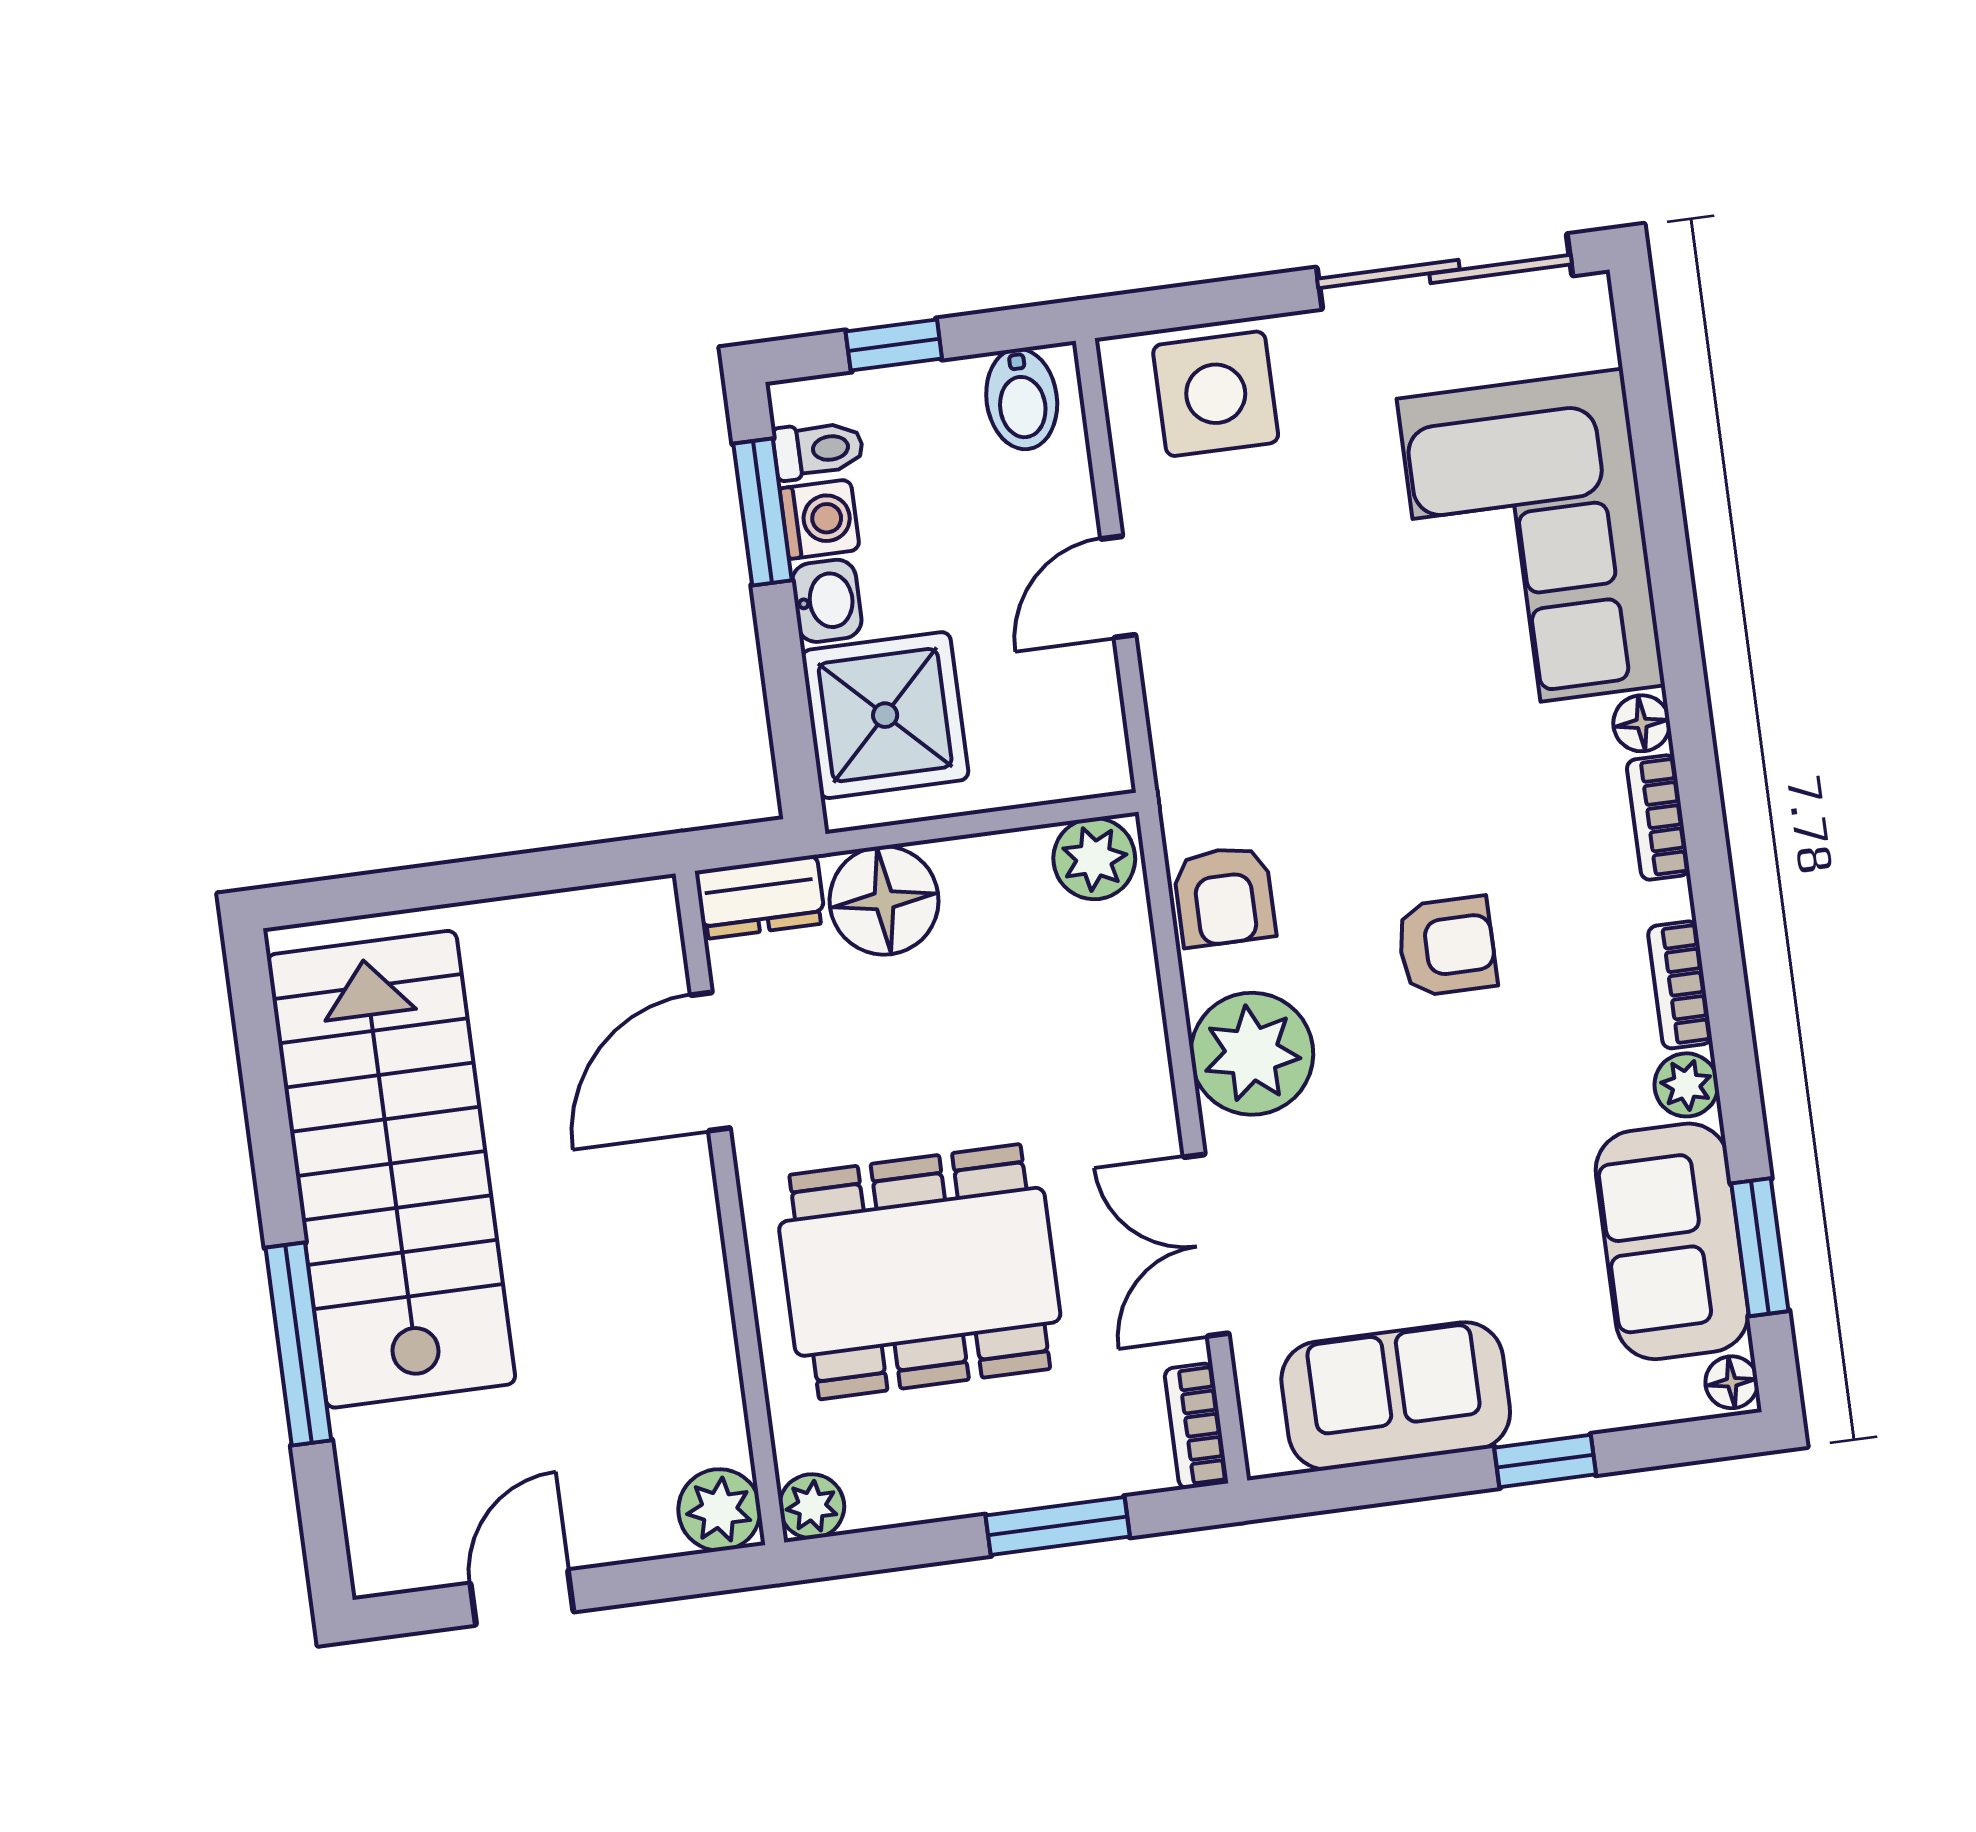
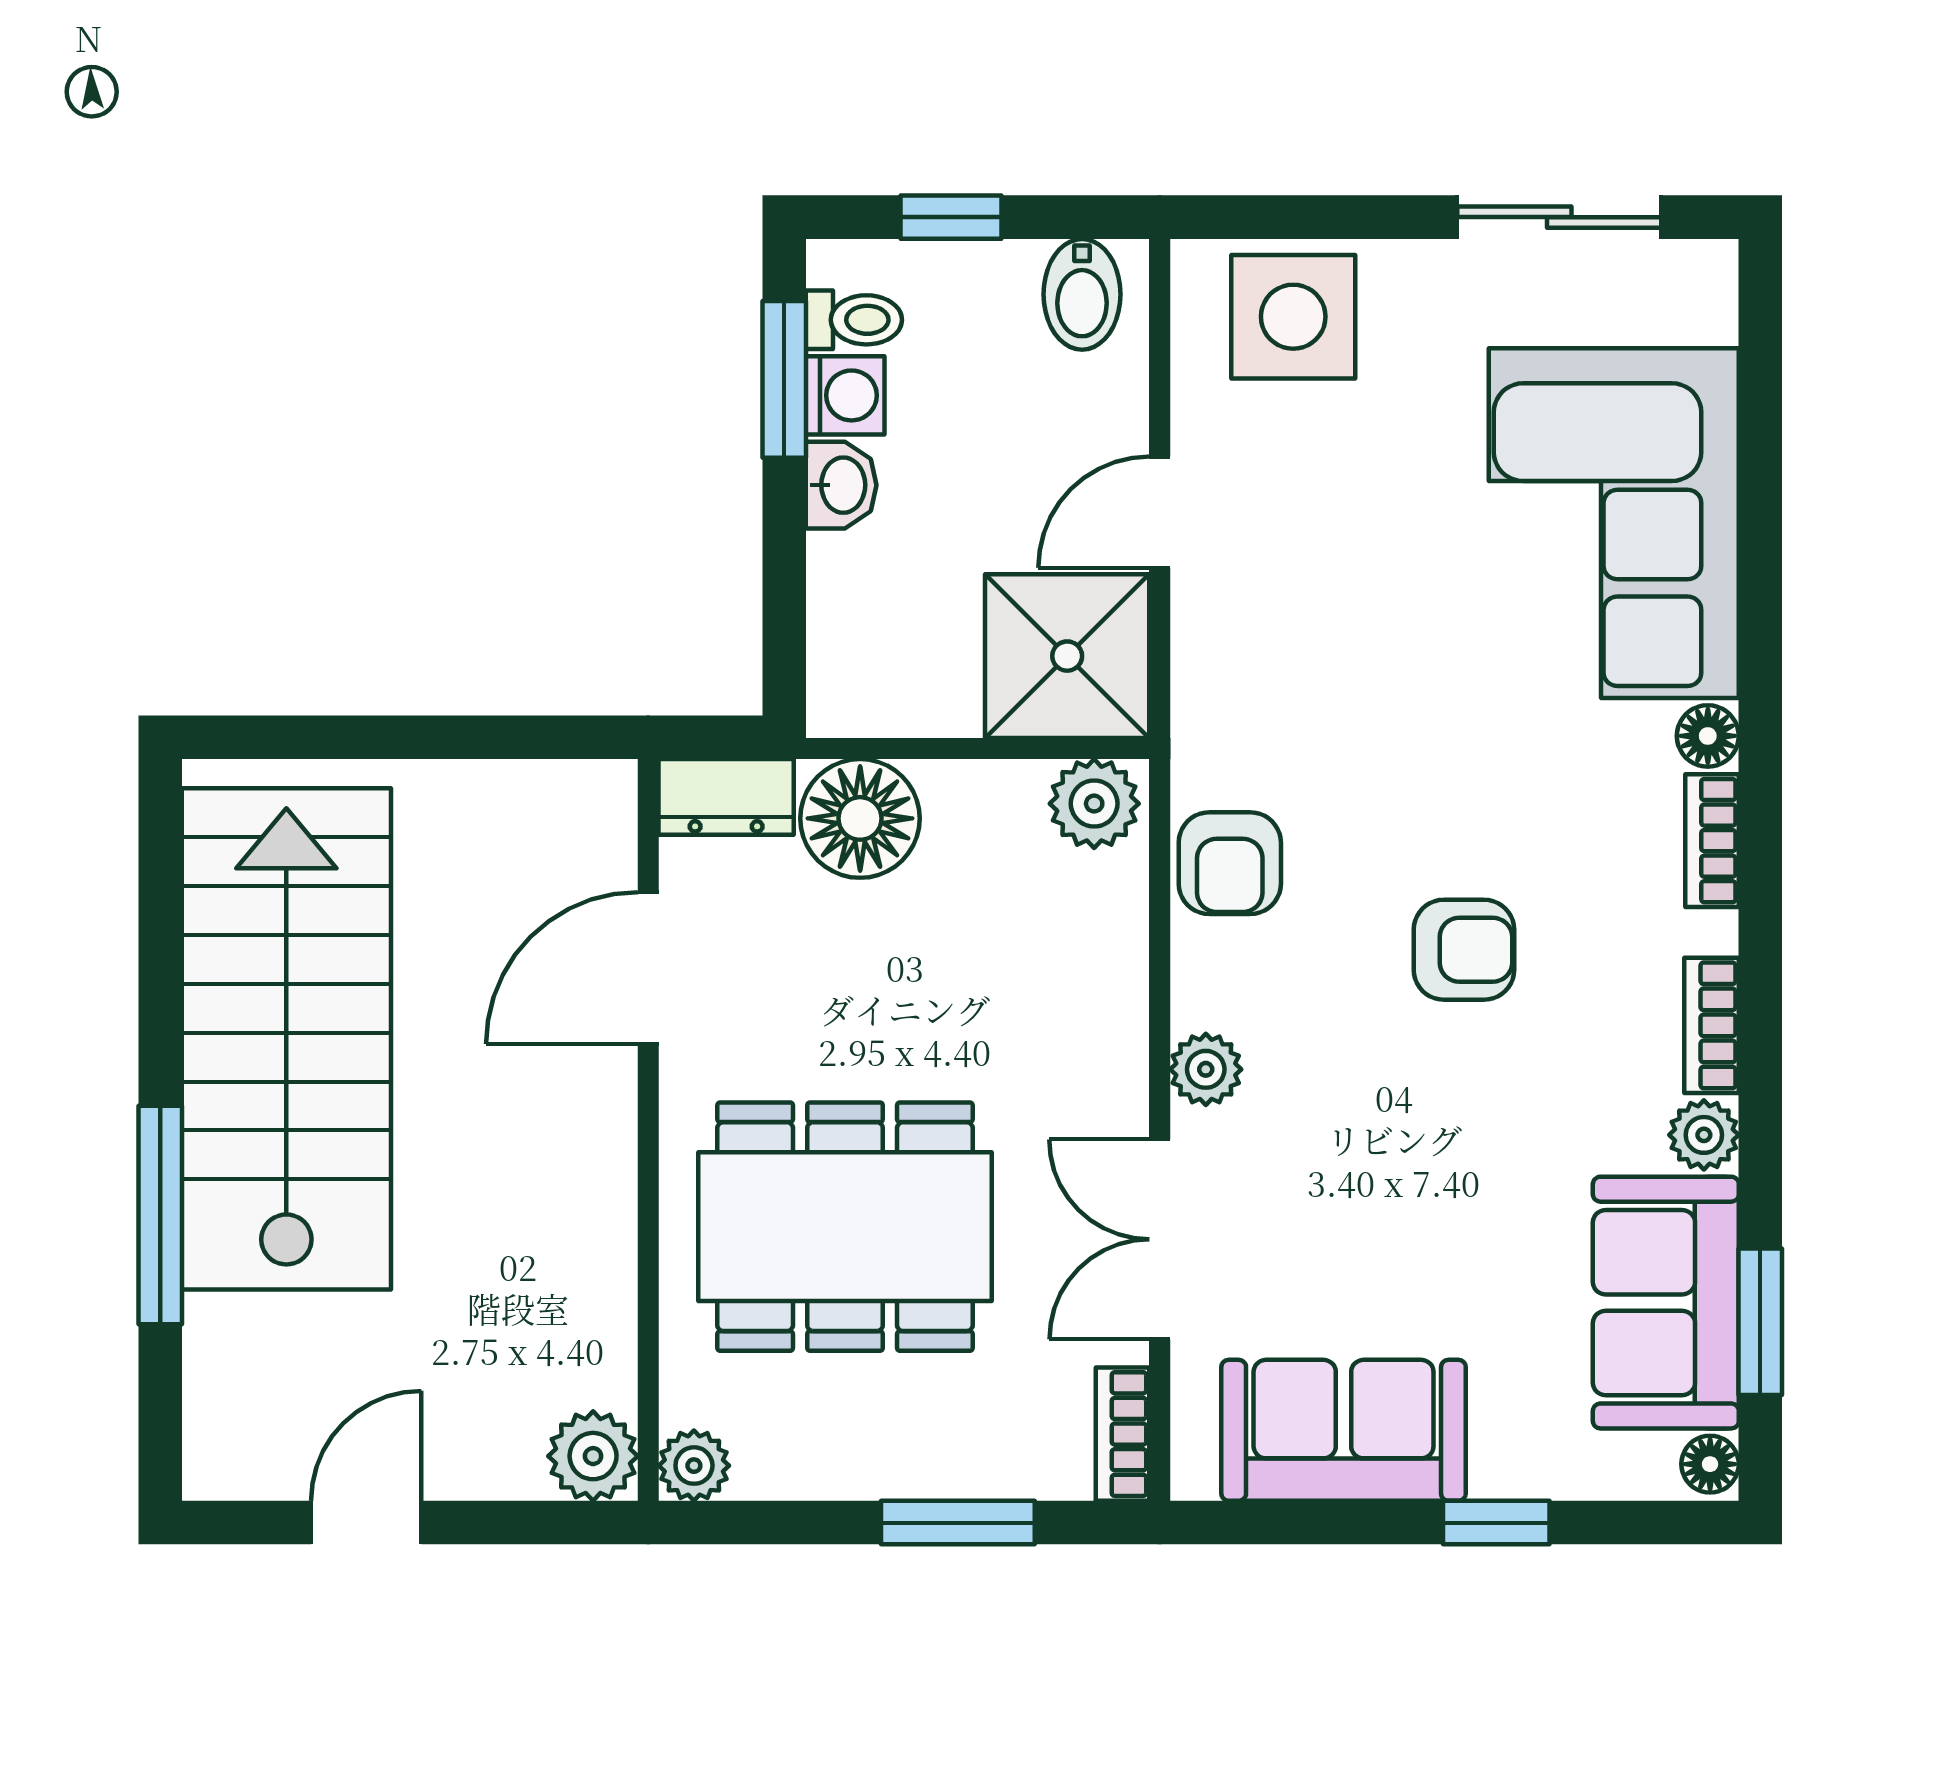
sliding door: (1444, 272) -> (1559, 217), width x0.73
shower: (885, 715) -> (1067, 656), moved
plant: (1252, 1054) -> (1206, 1069), width x0.53, depth x0.53

